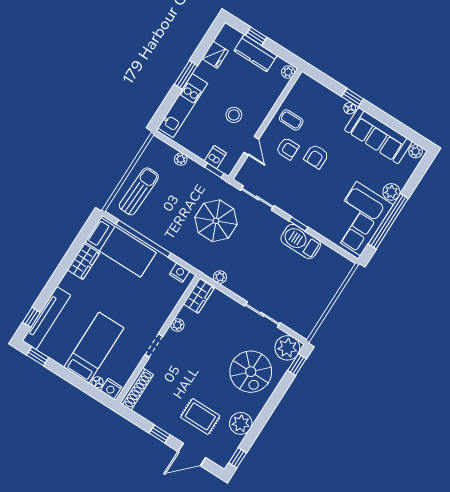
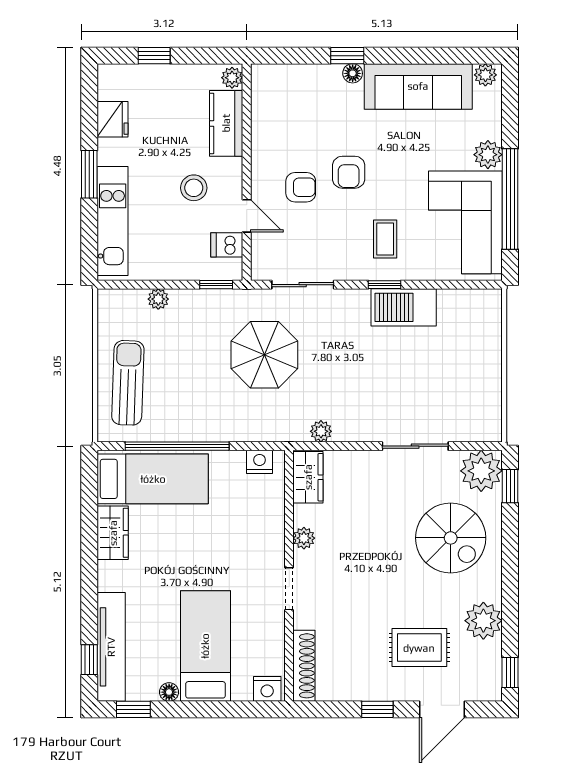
kitchen counter: (256, 53) -> (226, 123), moved, turned 90
coffee table: (291, 120) -> (385, 239), moved, turned 90
dishwasher: (215, 157) -> (227, 245), moved, turned -90
floor lamp: (97, 382) -> (169, 692), moved

